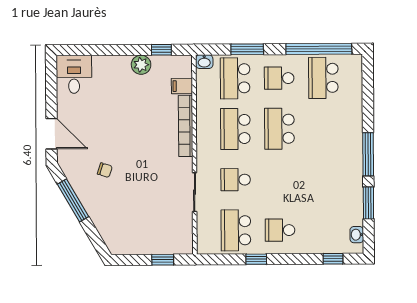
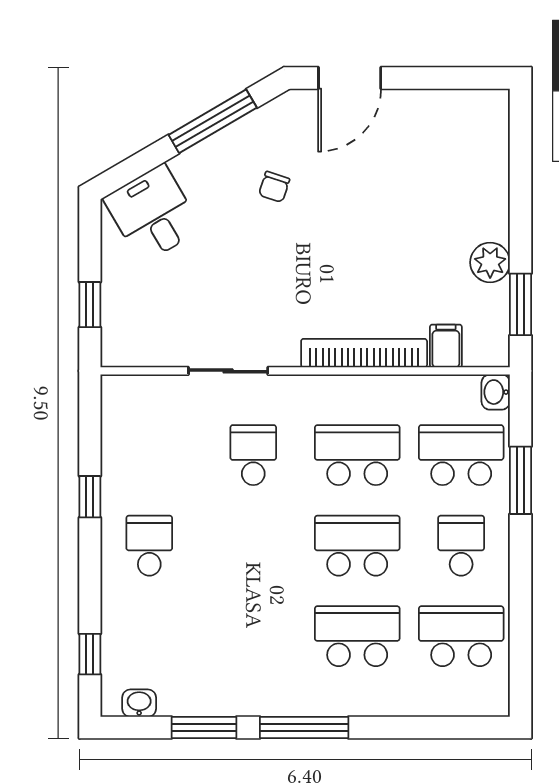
window: (319, 49) -> (521, 627), removed
window: (161, 50) -> (521, 304), width x1.50
desk: (74, 74) -> (153, 214), moved, turned -120
school desk: (236, 230) -> (357, 636), moved

